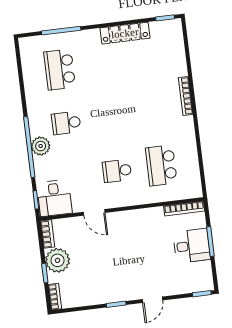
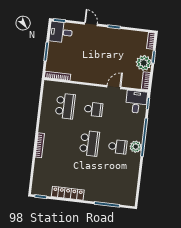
school desk: (60, 70) -> (89, 143), moved
plant: (41, 146) -> (136, 147), moved
door: (94, 212) -> (114, 87), hinge flipped
desk: (192, 246) -> (61, 32), moved
door: (152, 300) -> (91, 24), hinge flipped

